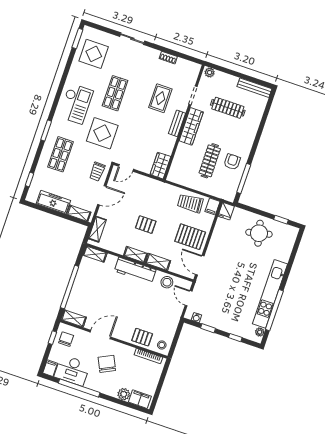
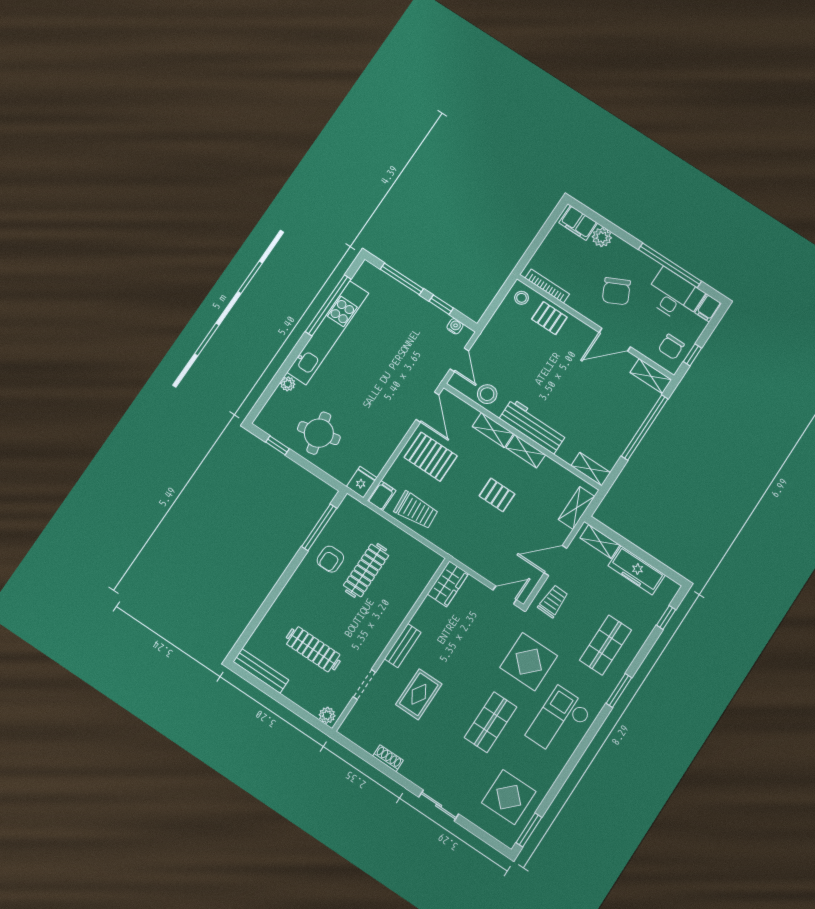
wardrobe: (191, 126) -> (381, 635), removed
plant: (260, 332) -> (288, 384), moved
window: (235, 338) -> (402, 279), width x2.17

